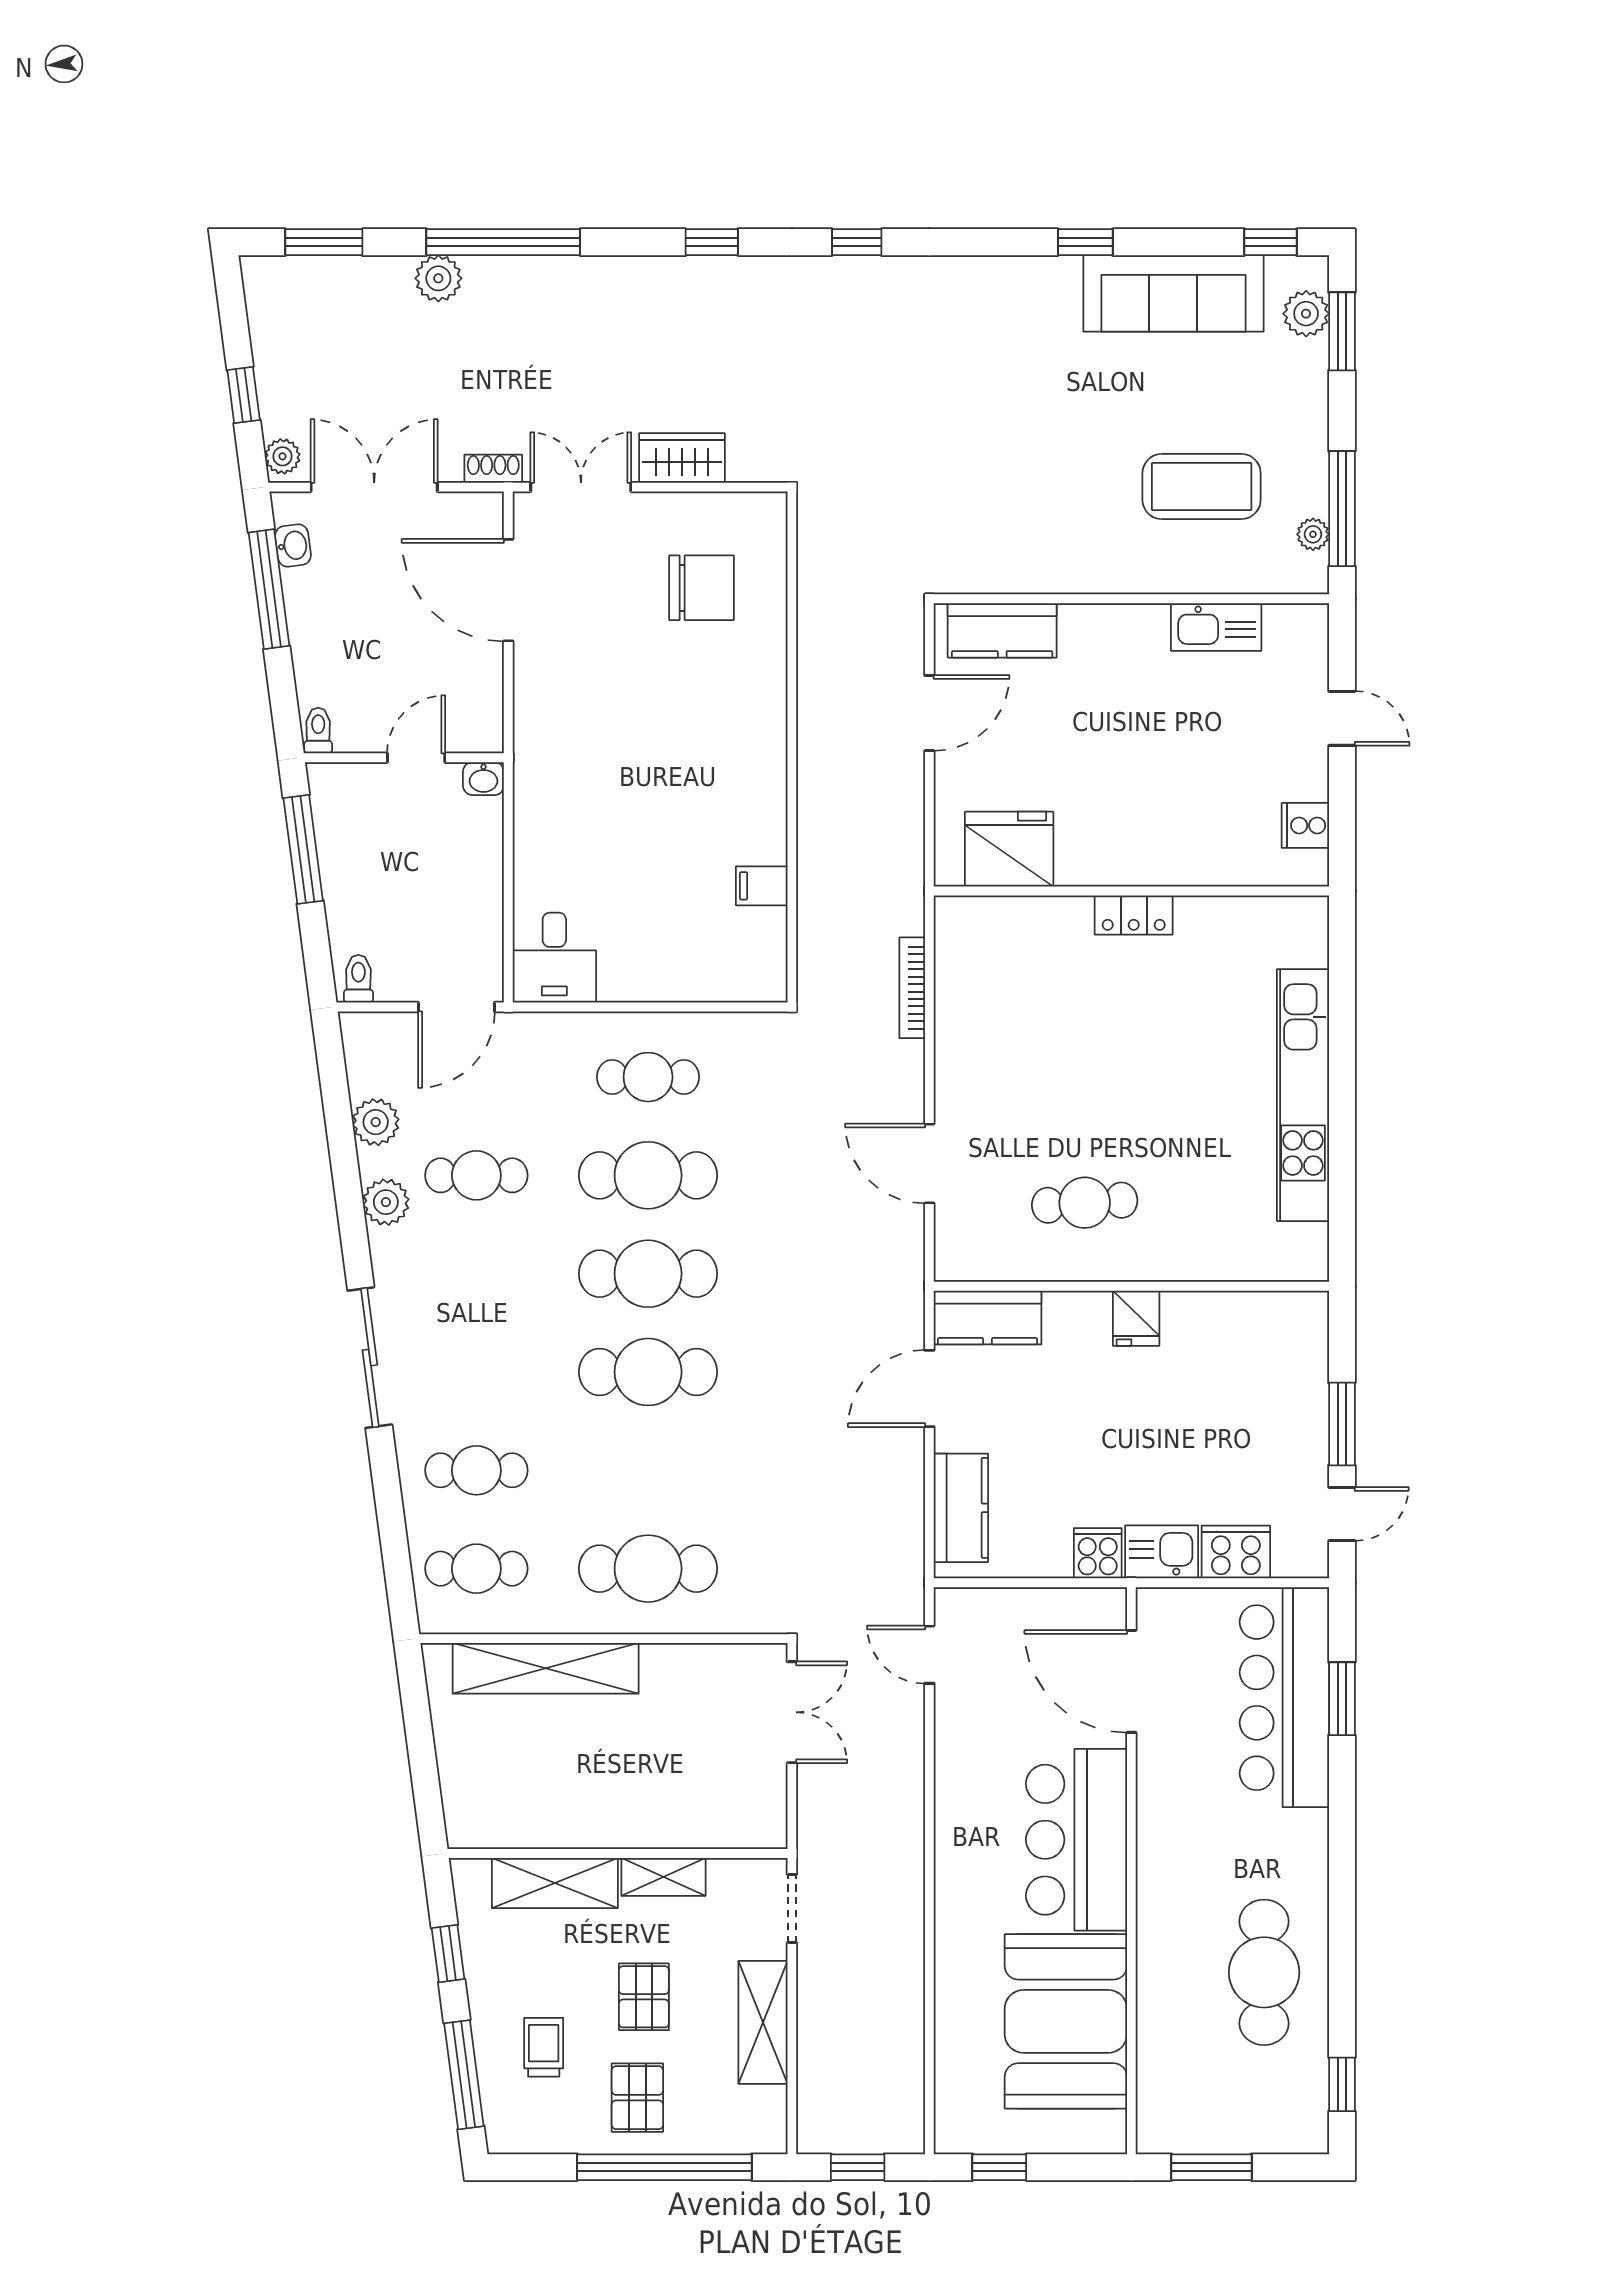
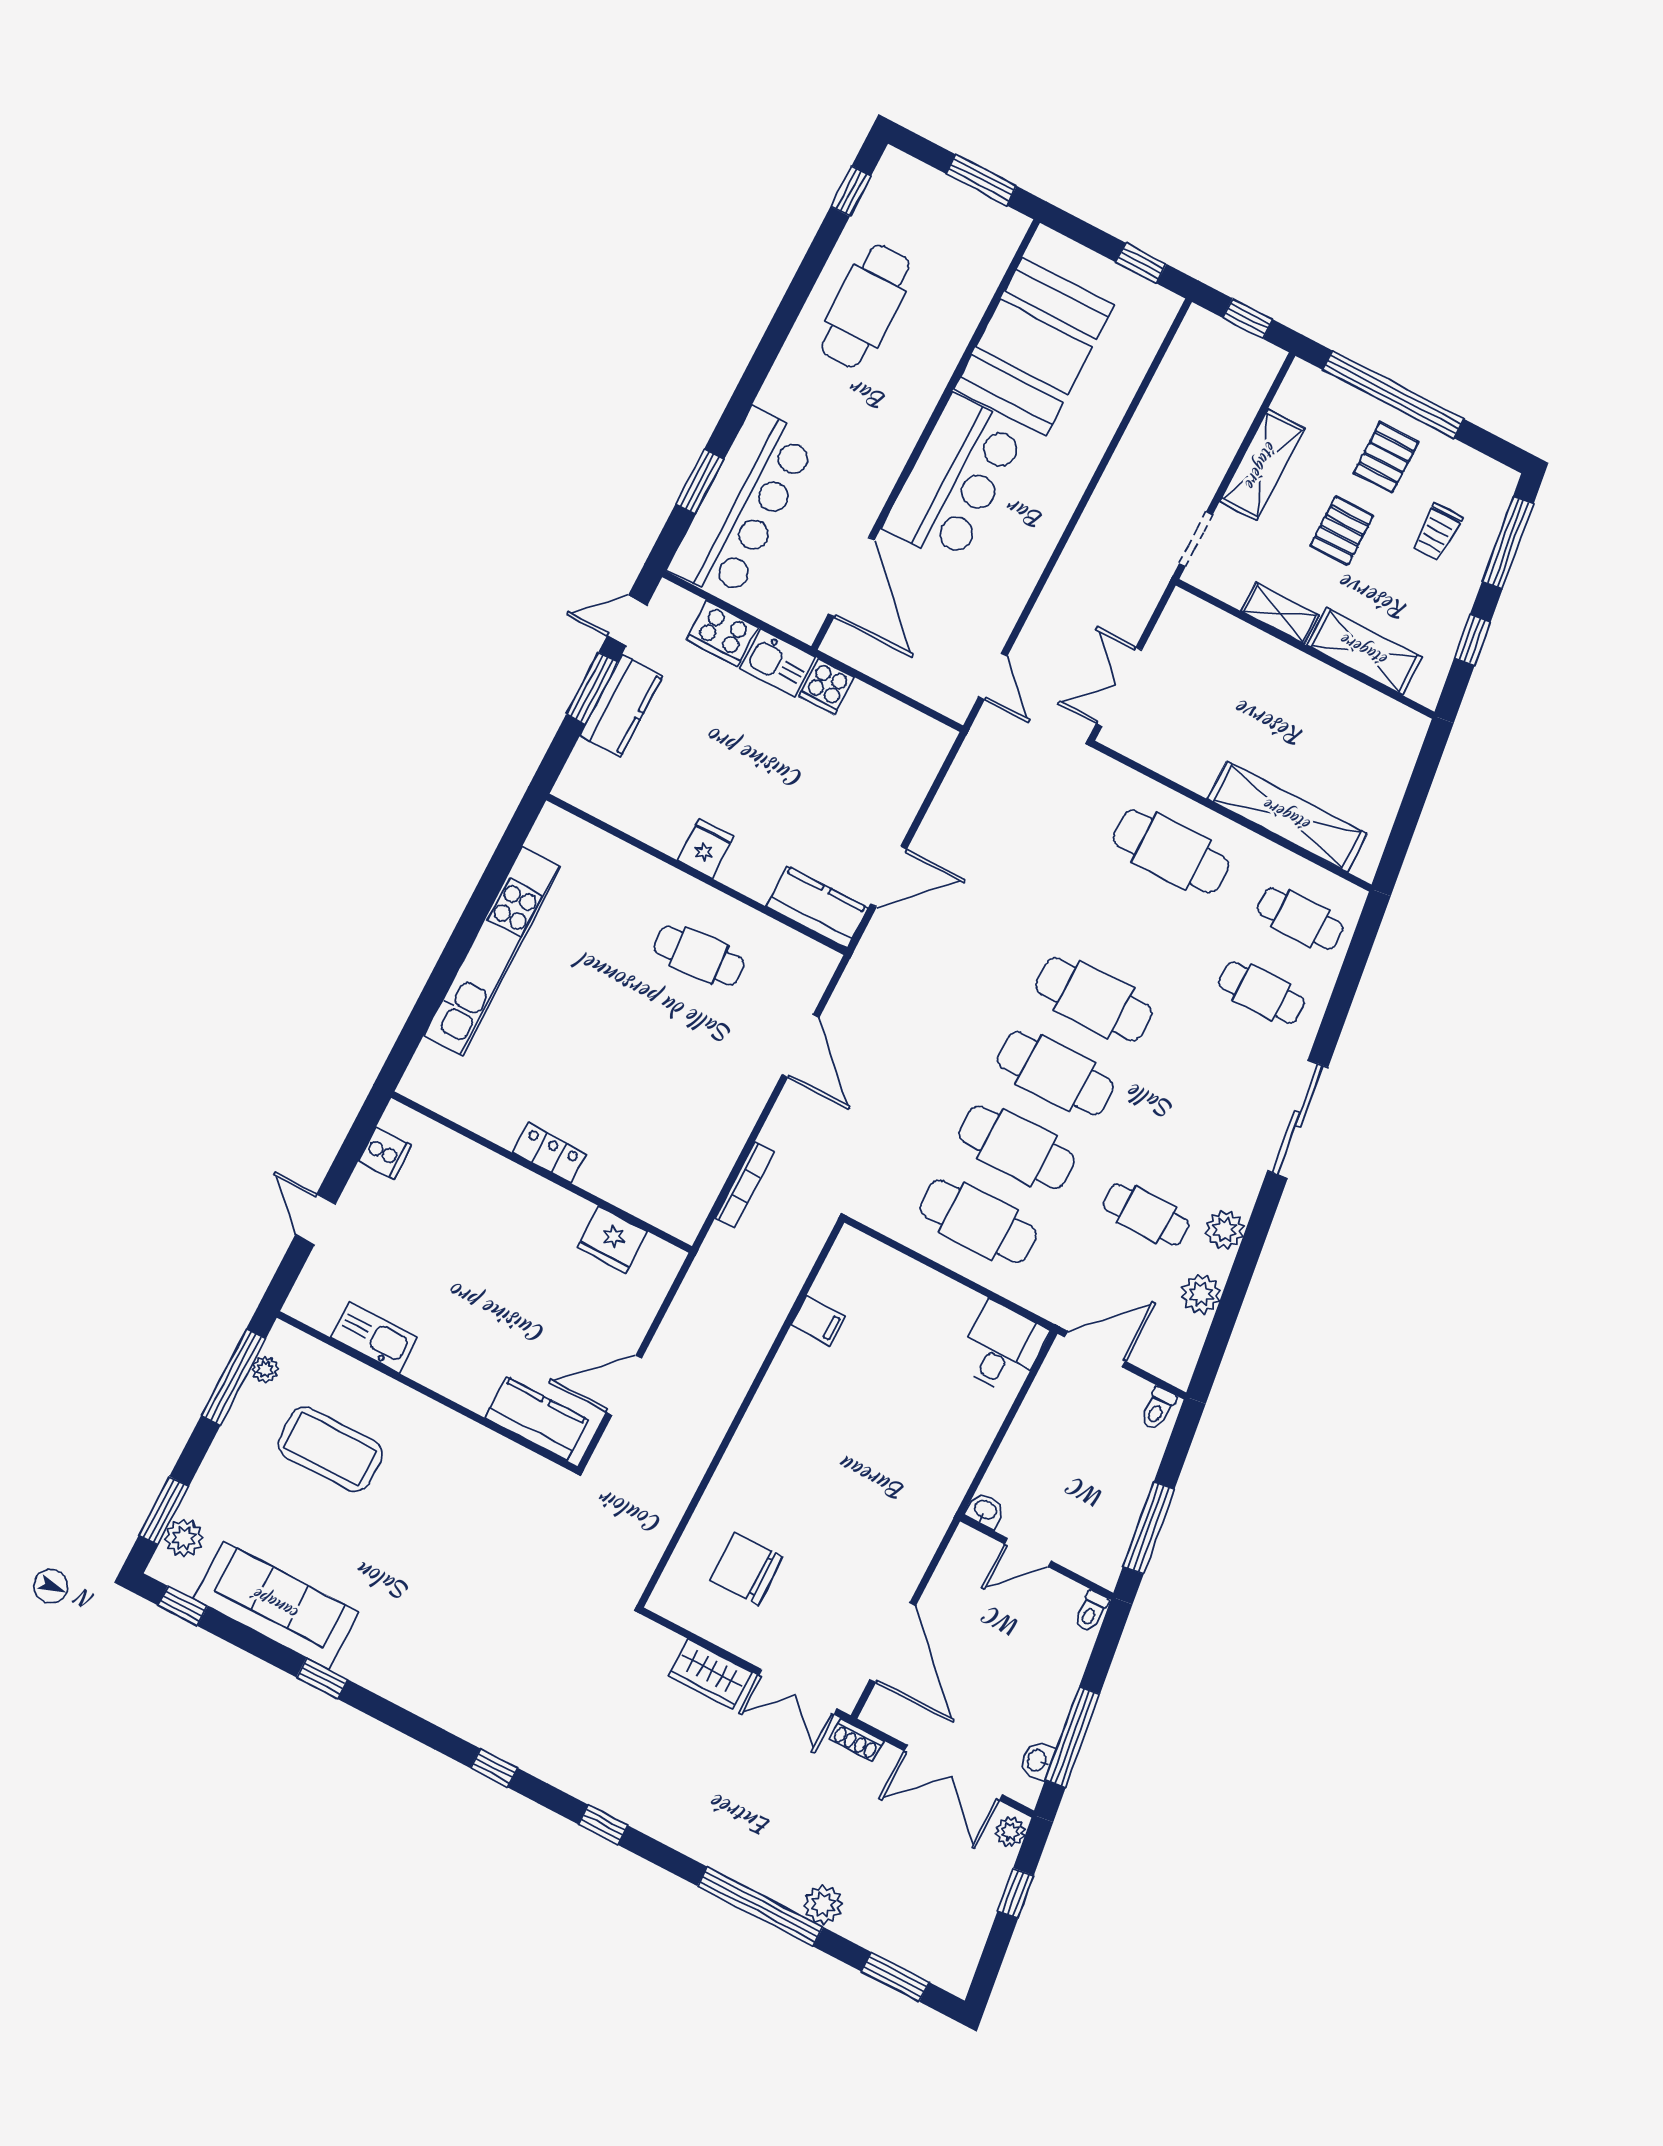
fridge: (1009, 849) -> (612, 1240), width x0.73, depth x0.75
cafe table: (648, 1077) -> (978, 1221), width x1.37, depth x1.35
kitchen counter: (961, 1508) -> (621, 706), moved, turned 180

